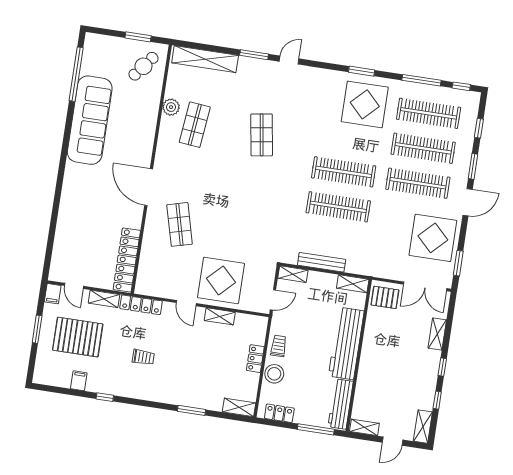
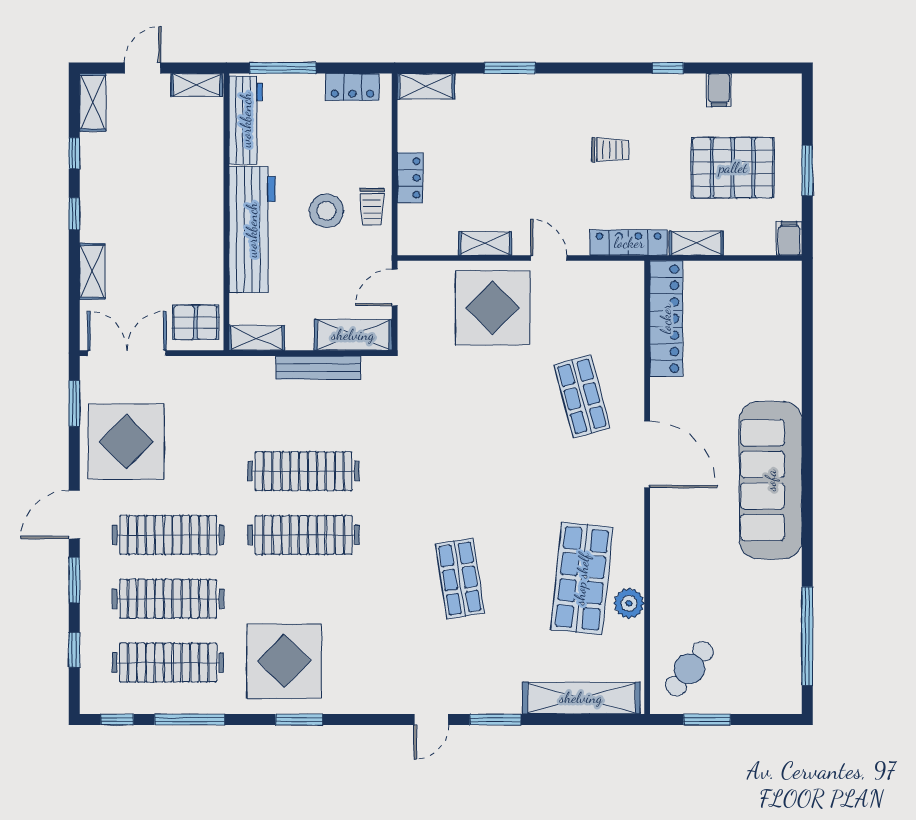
sofa: (90, 120) -> (771, 480), moved
shop shelf: (195, 125) -> (582, 579), width x1.43, depth x1.36
shelving: (293, 274) -> (353, 335), width x1.50, depth x1.33
door: (74, 286) -> (753, 258), removed
trolley: (143, 357) -> (610, 150), turned 180
stool: (274, 374) -> (326, 211), moved

